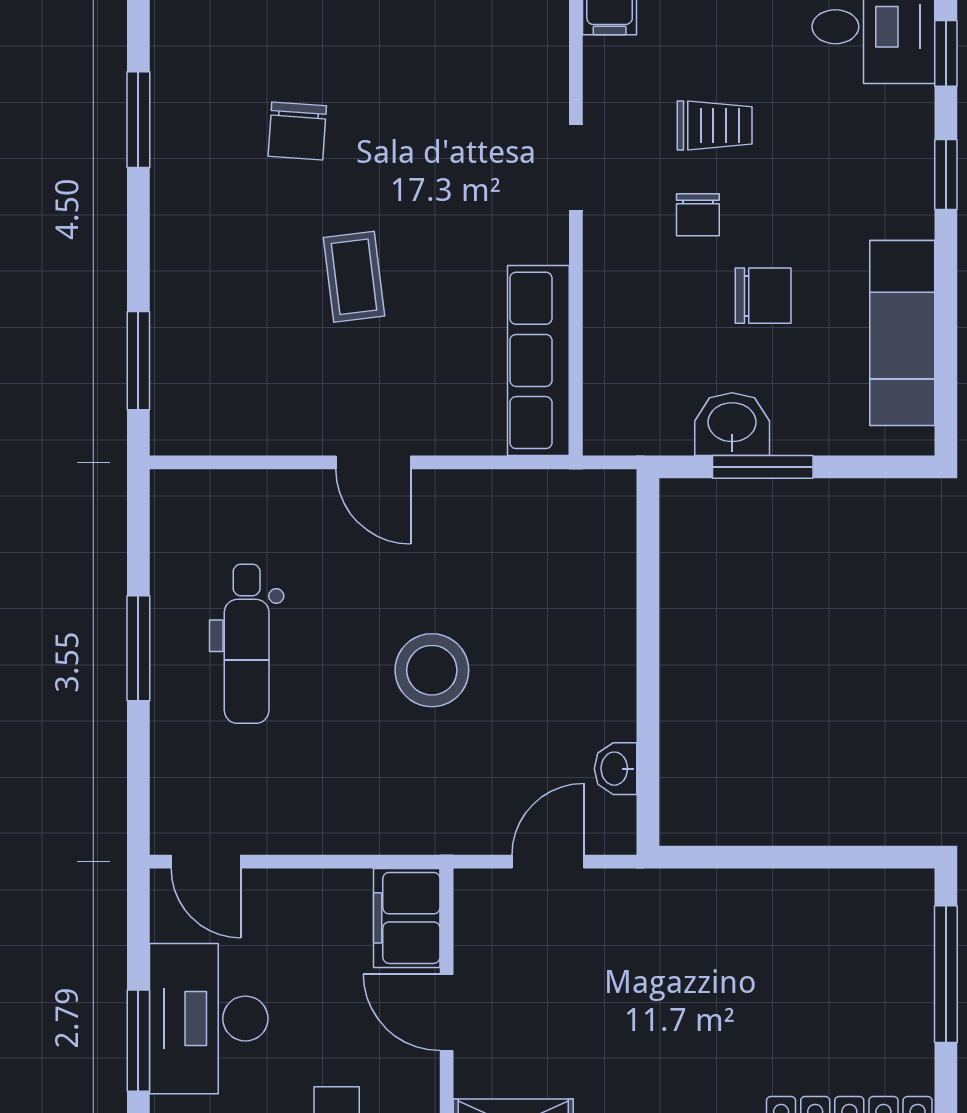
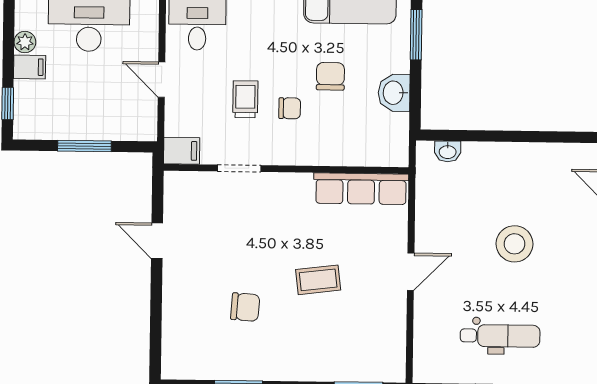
doorway: (576, 167) -> (239, 168), moved
window: (763, 467) -> (416, 35), moved
washbasin: (616, 769) -> (448, 151), moved

